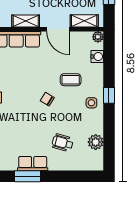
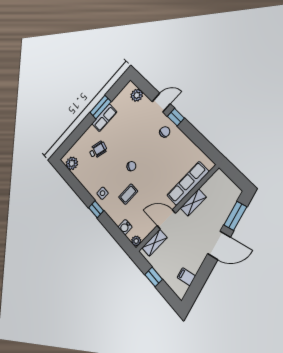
plant: (96, 142) -> (72, 163), moved

